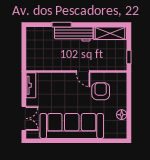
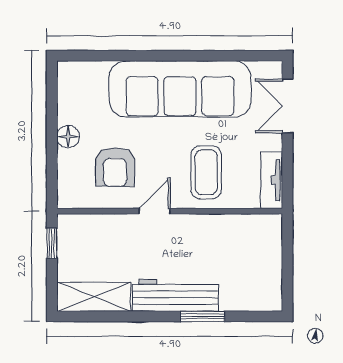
door: (83, 71) -> (155, 211), hinge flipped
coffee table: (60, 89) -> (206, 172), added
floor lamp: (122, 115) -> (68, 137), moved

